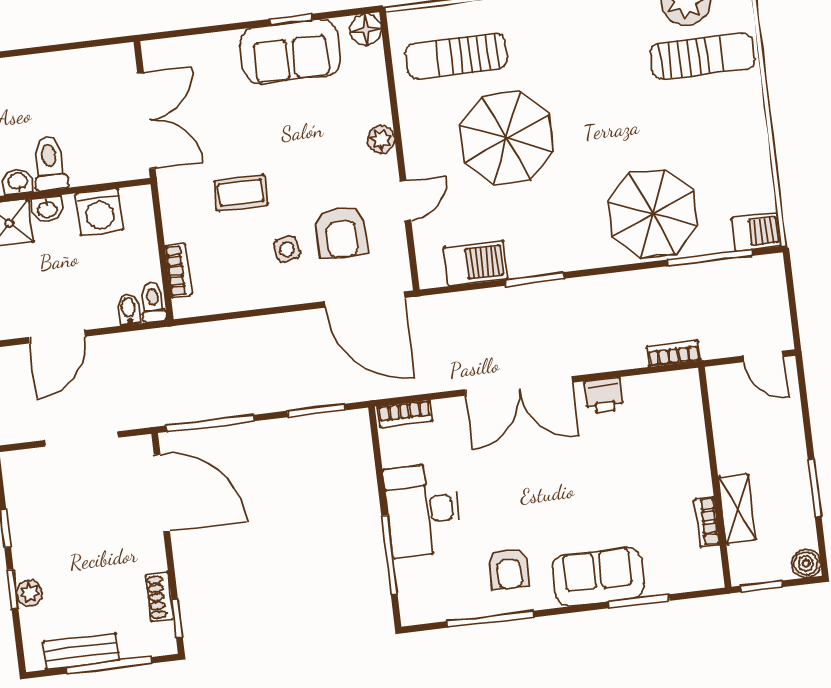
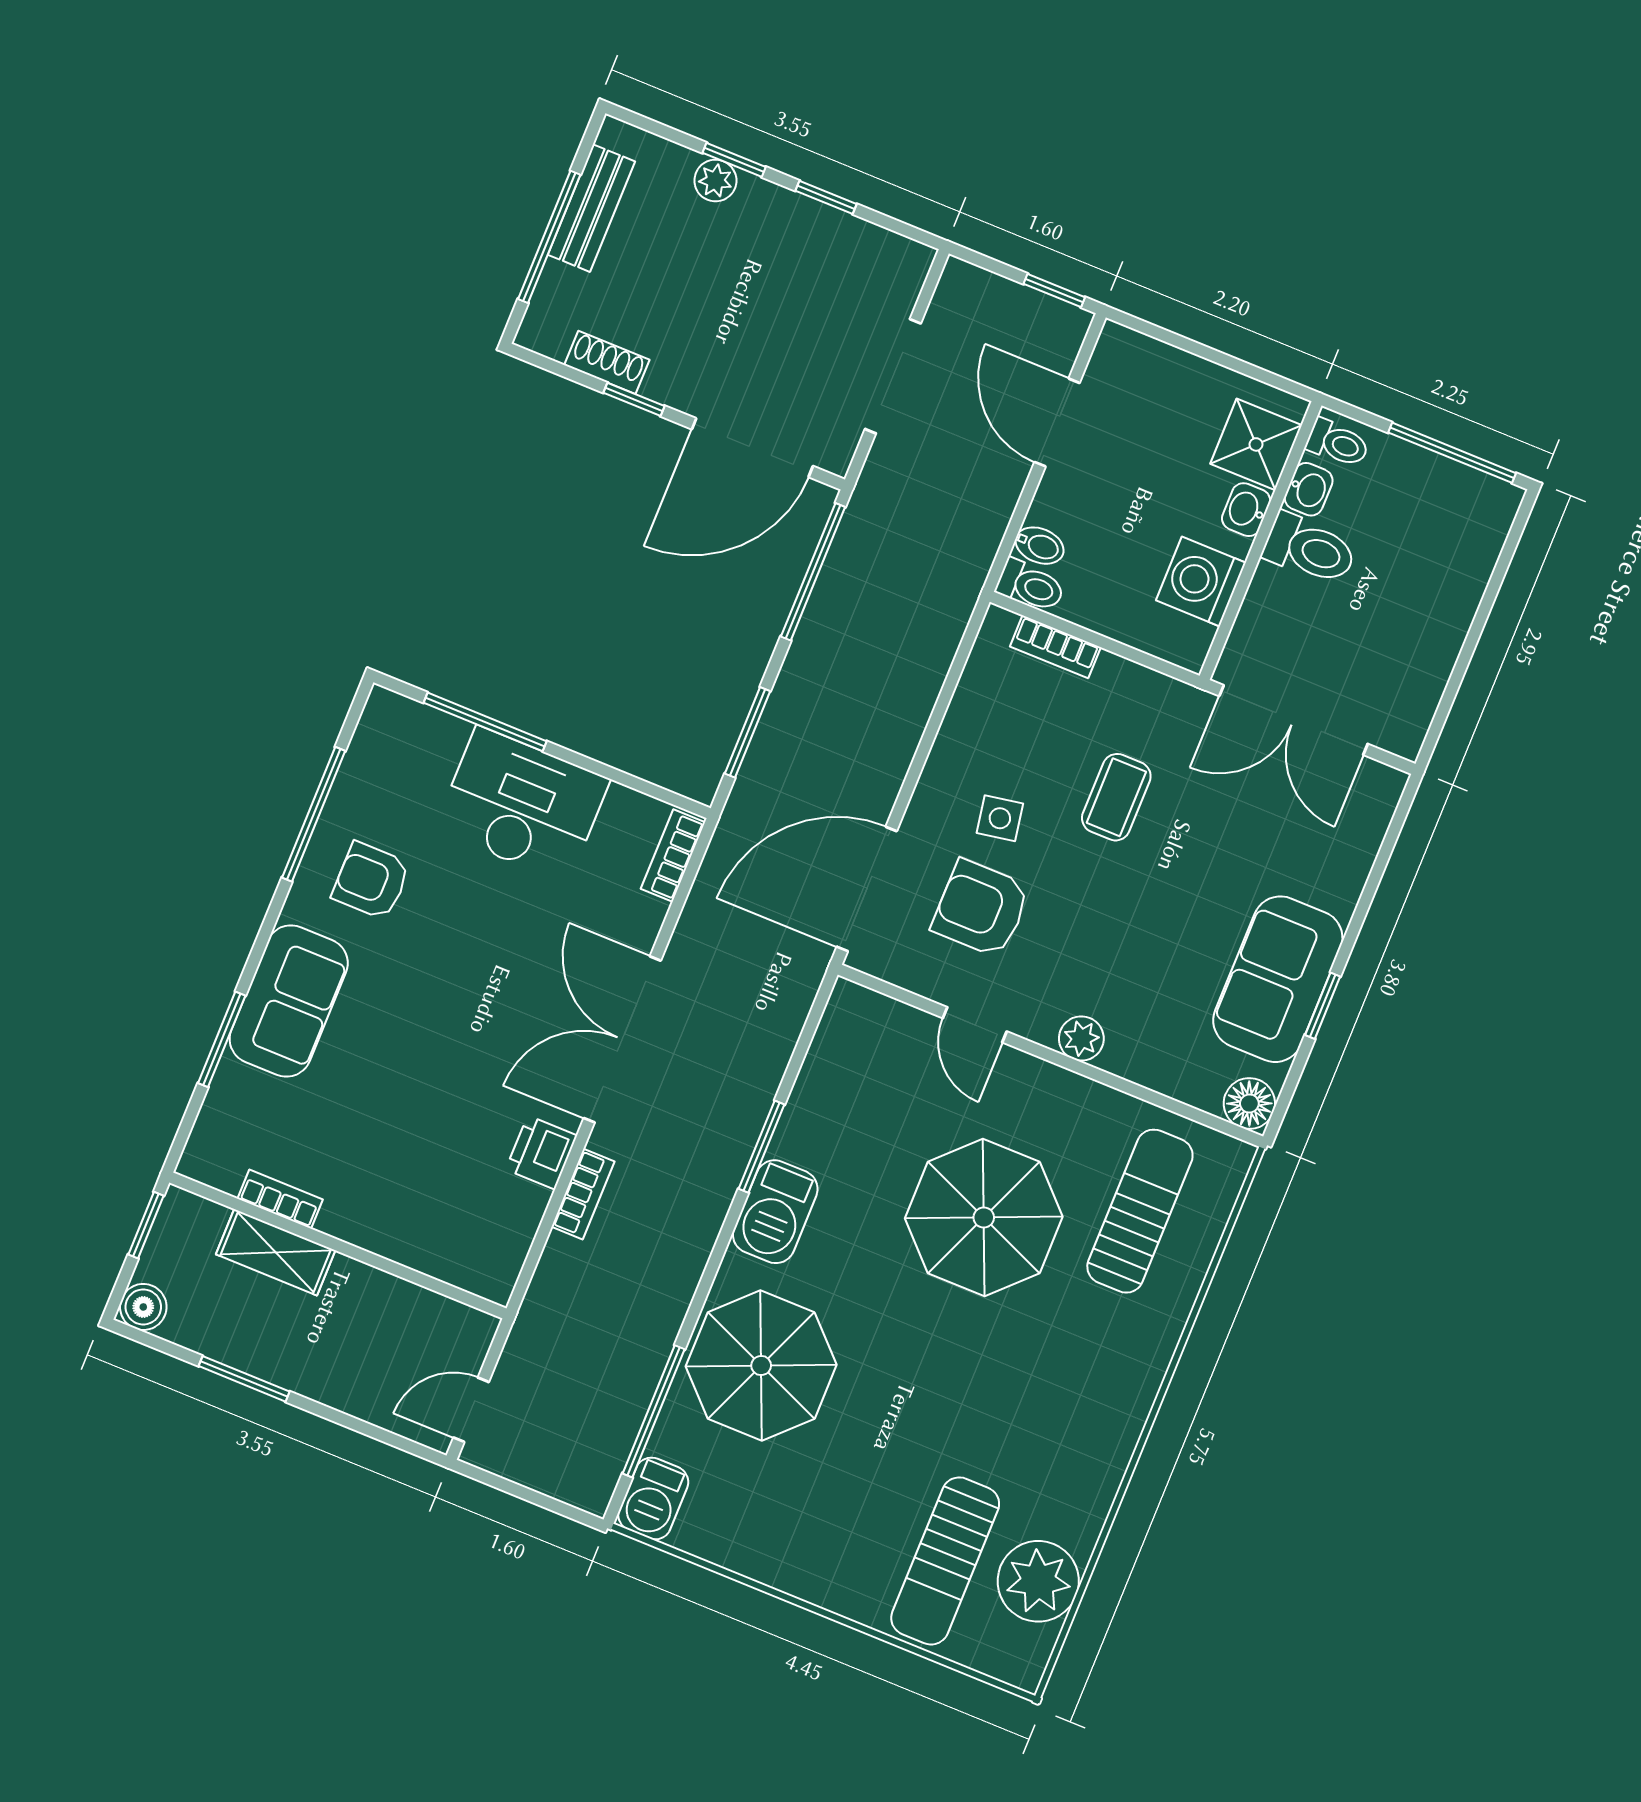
barbecue: (476, 263) -> (775, 1212), moved
bookcase: (673, 354) -> (583, 1194), moved
window: (177, 619) -> (634, 399), moved

